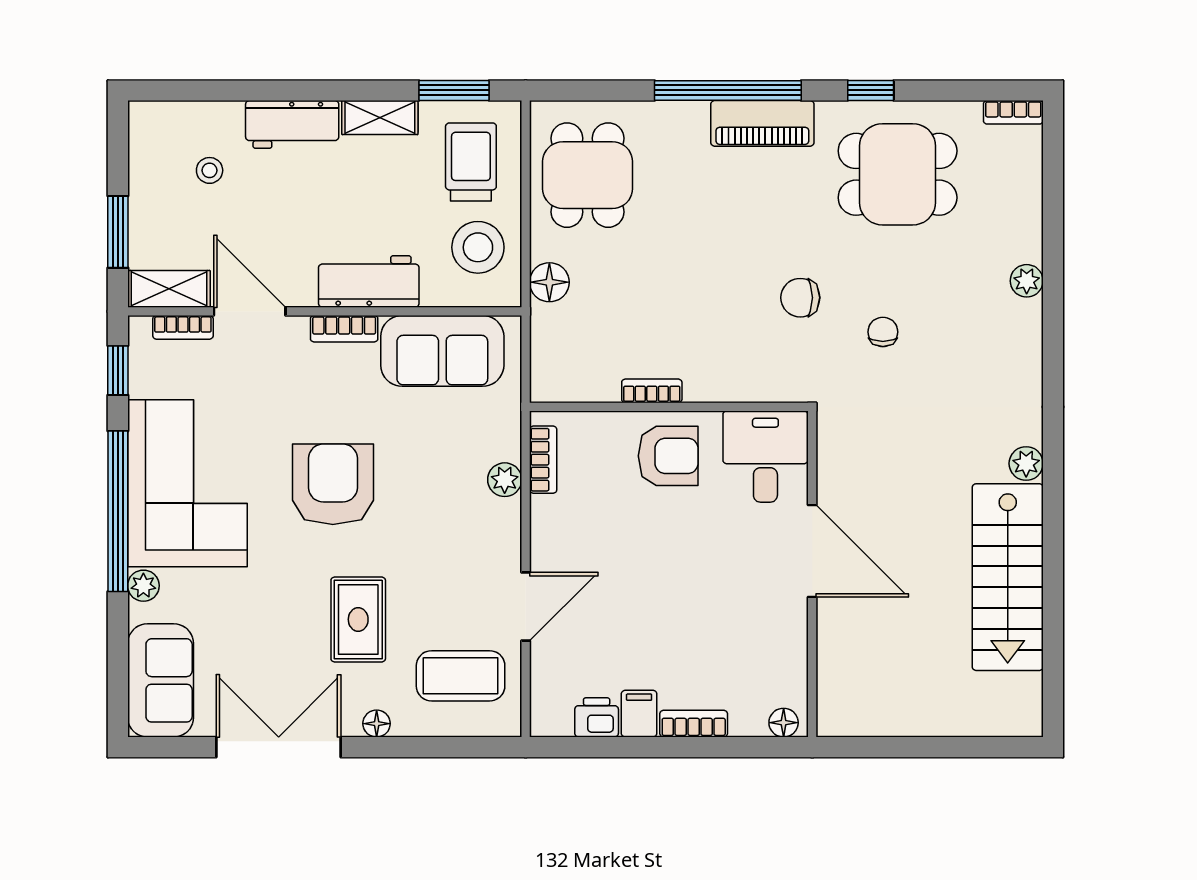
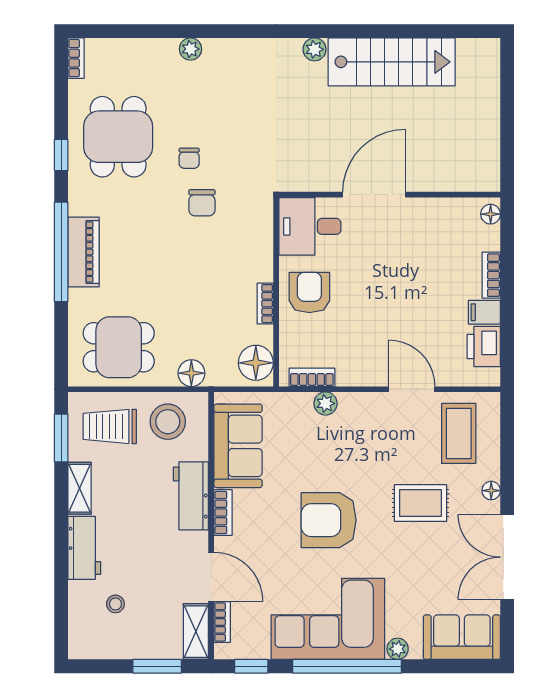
piano: (762, 123) -> (84, 252), moved
door: (250, 311) -> (211, 577), swing flipped
chair: (883, 332) -> (189, 158), moved, turned -90
floor lamp: (565, 377) -> (256, 363), added
printer: (597, 717) -> (484, 346), width x1.36, depth x1.24

